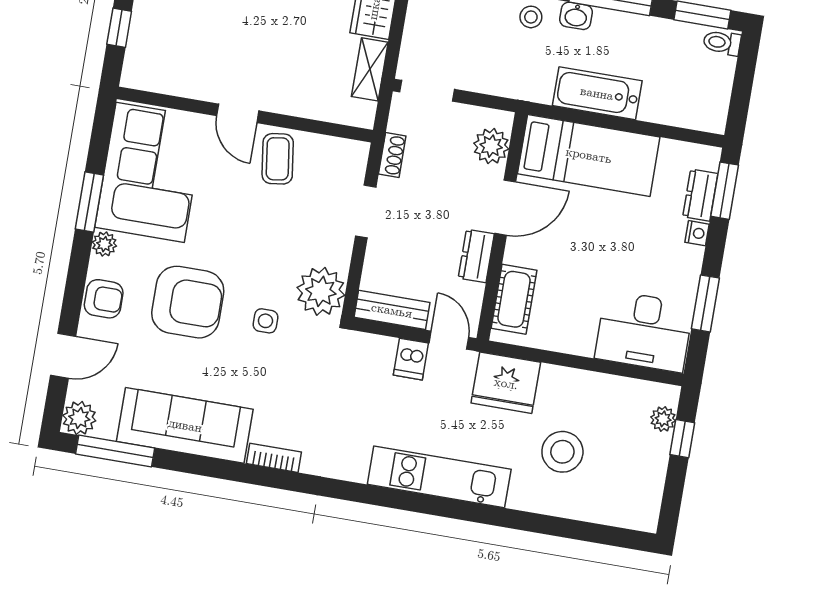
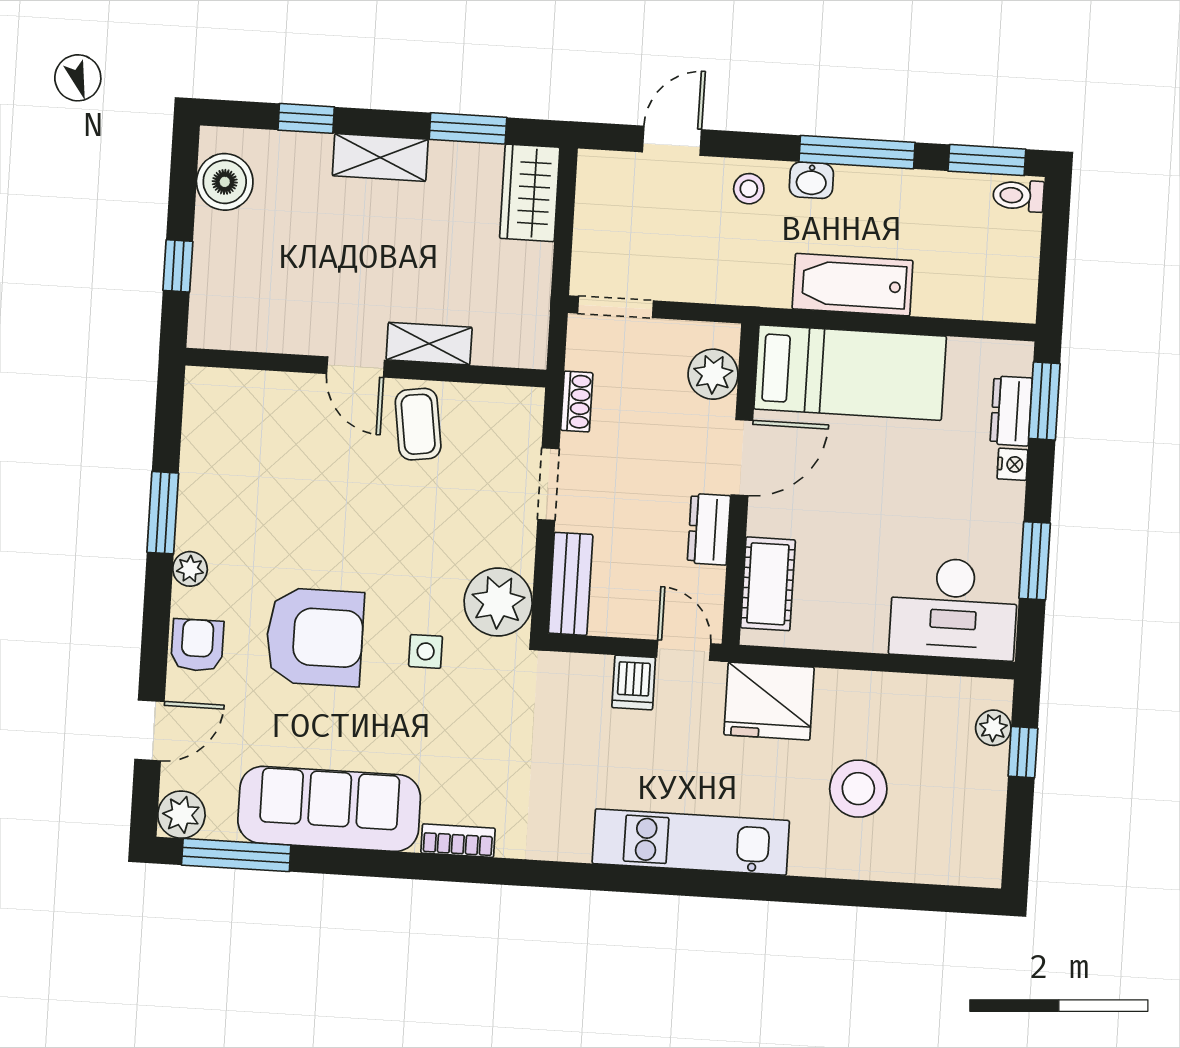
shelving: (370, 69) -> (429, 344), moved, turned 90
corner sofa: (150, 172) -> (243, 462), removed
armchair: (104, 299) -> (197, 645), turned -90
bench: (392, 310) -> (571, 584), moved, turned 90

